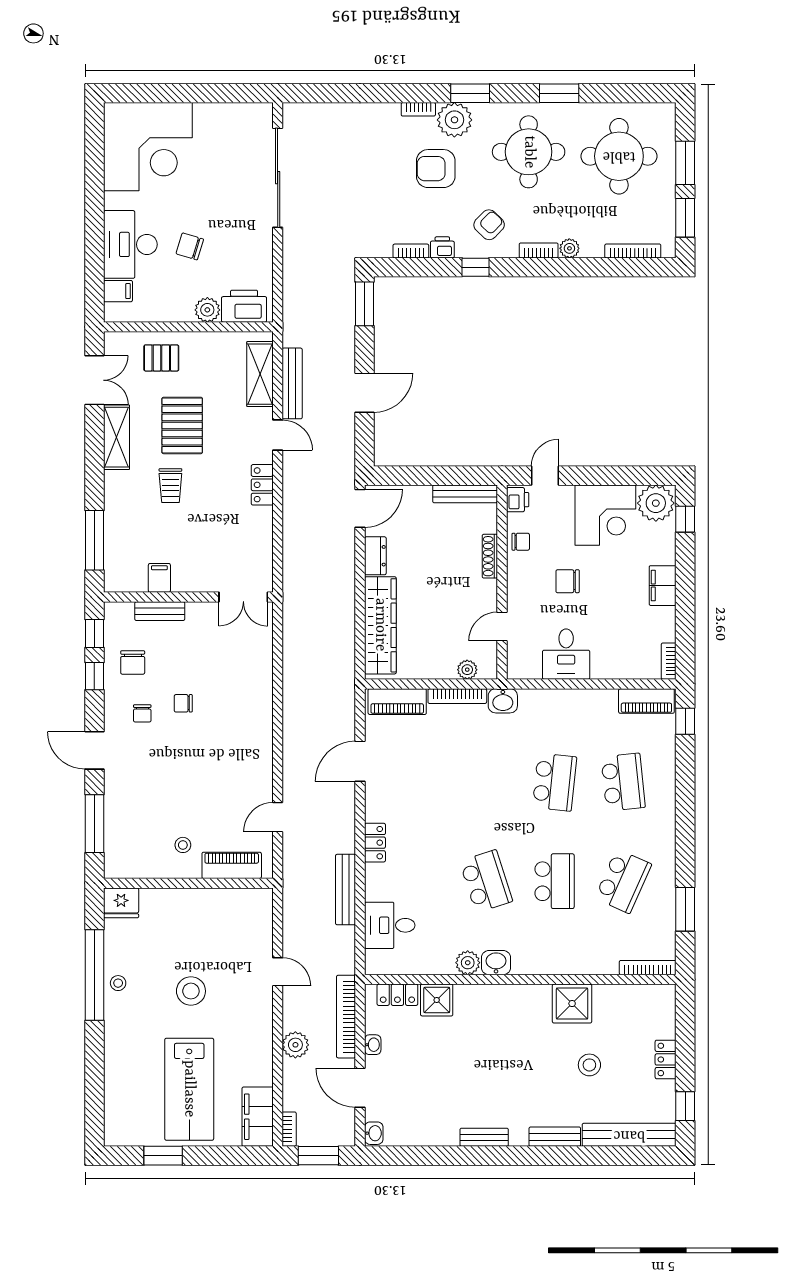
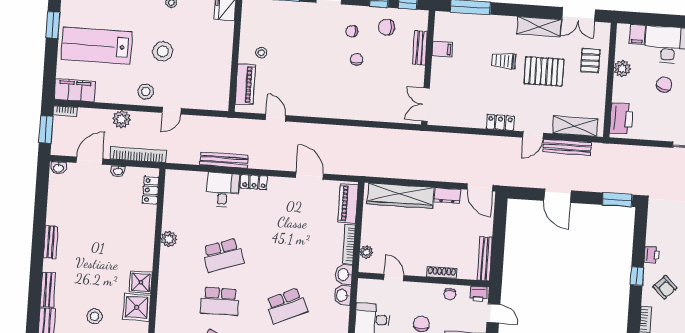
bookcase: (411, 251) -> (651, 233), removed
plant: (207, 310) -> (622, 69), moved
school desk: (555, 782) -> (287, 306), turned -30
desk: (390, 925) -> (223, 190), moved
washbasin: (496, 963) -> (342, 295), moved, turned 180
shower: (437, 1000) -> (141, 282), moved
stool: (252, 1012) -> (146, 92), added

